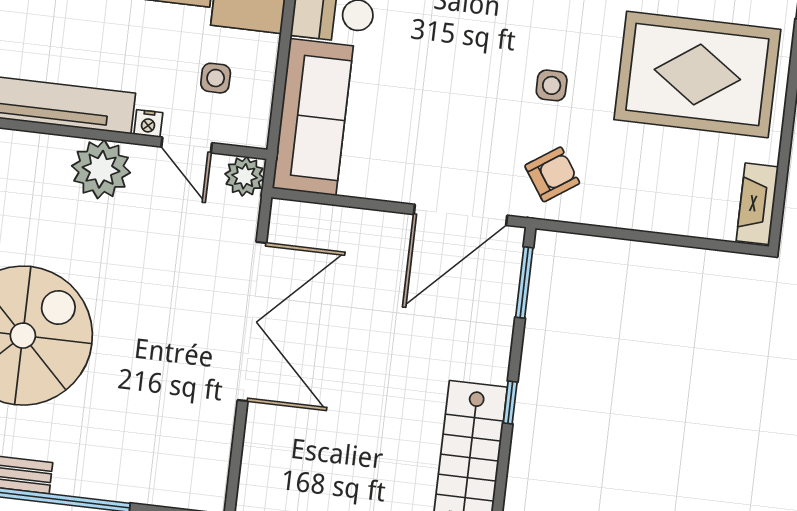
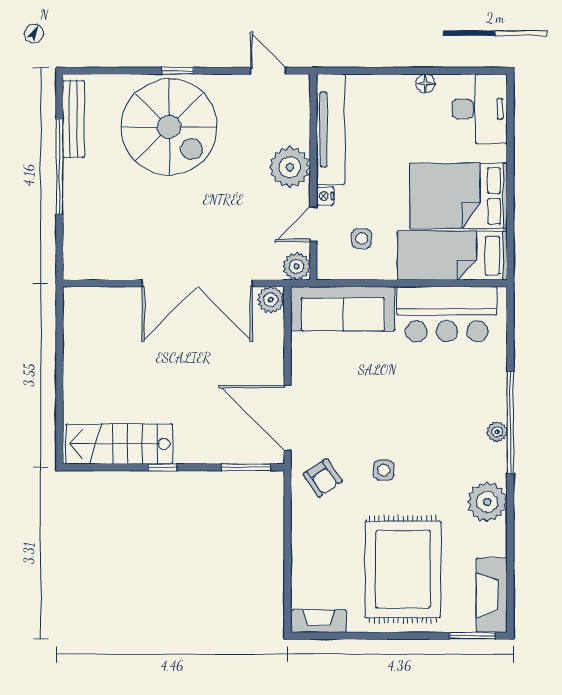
plant: (288, 219) -> (271, 300), added

